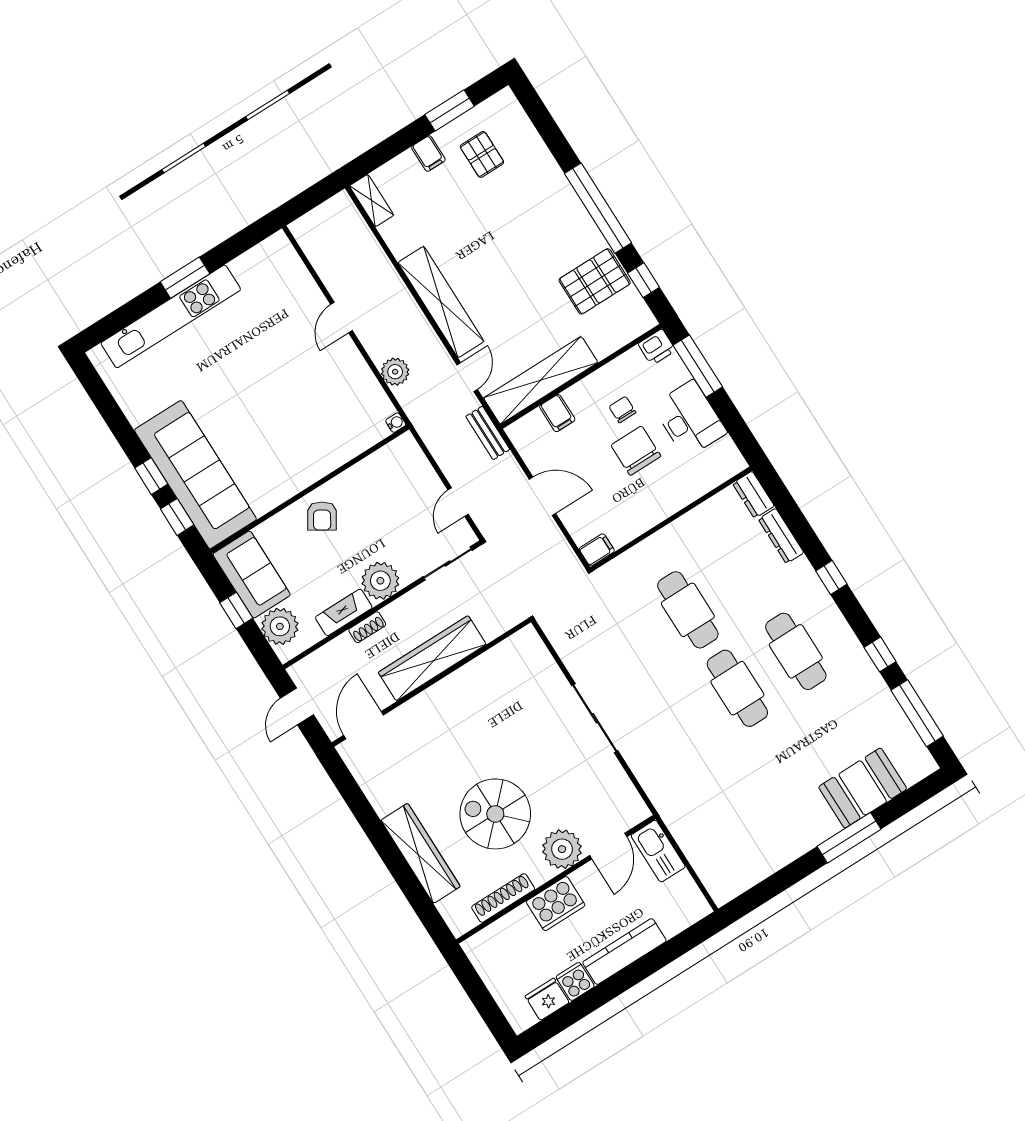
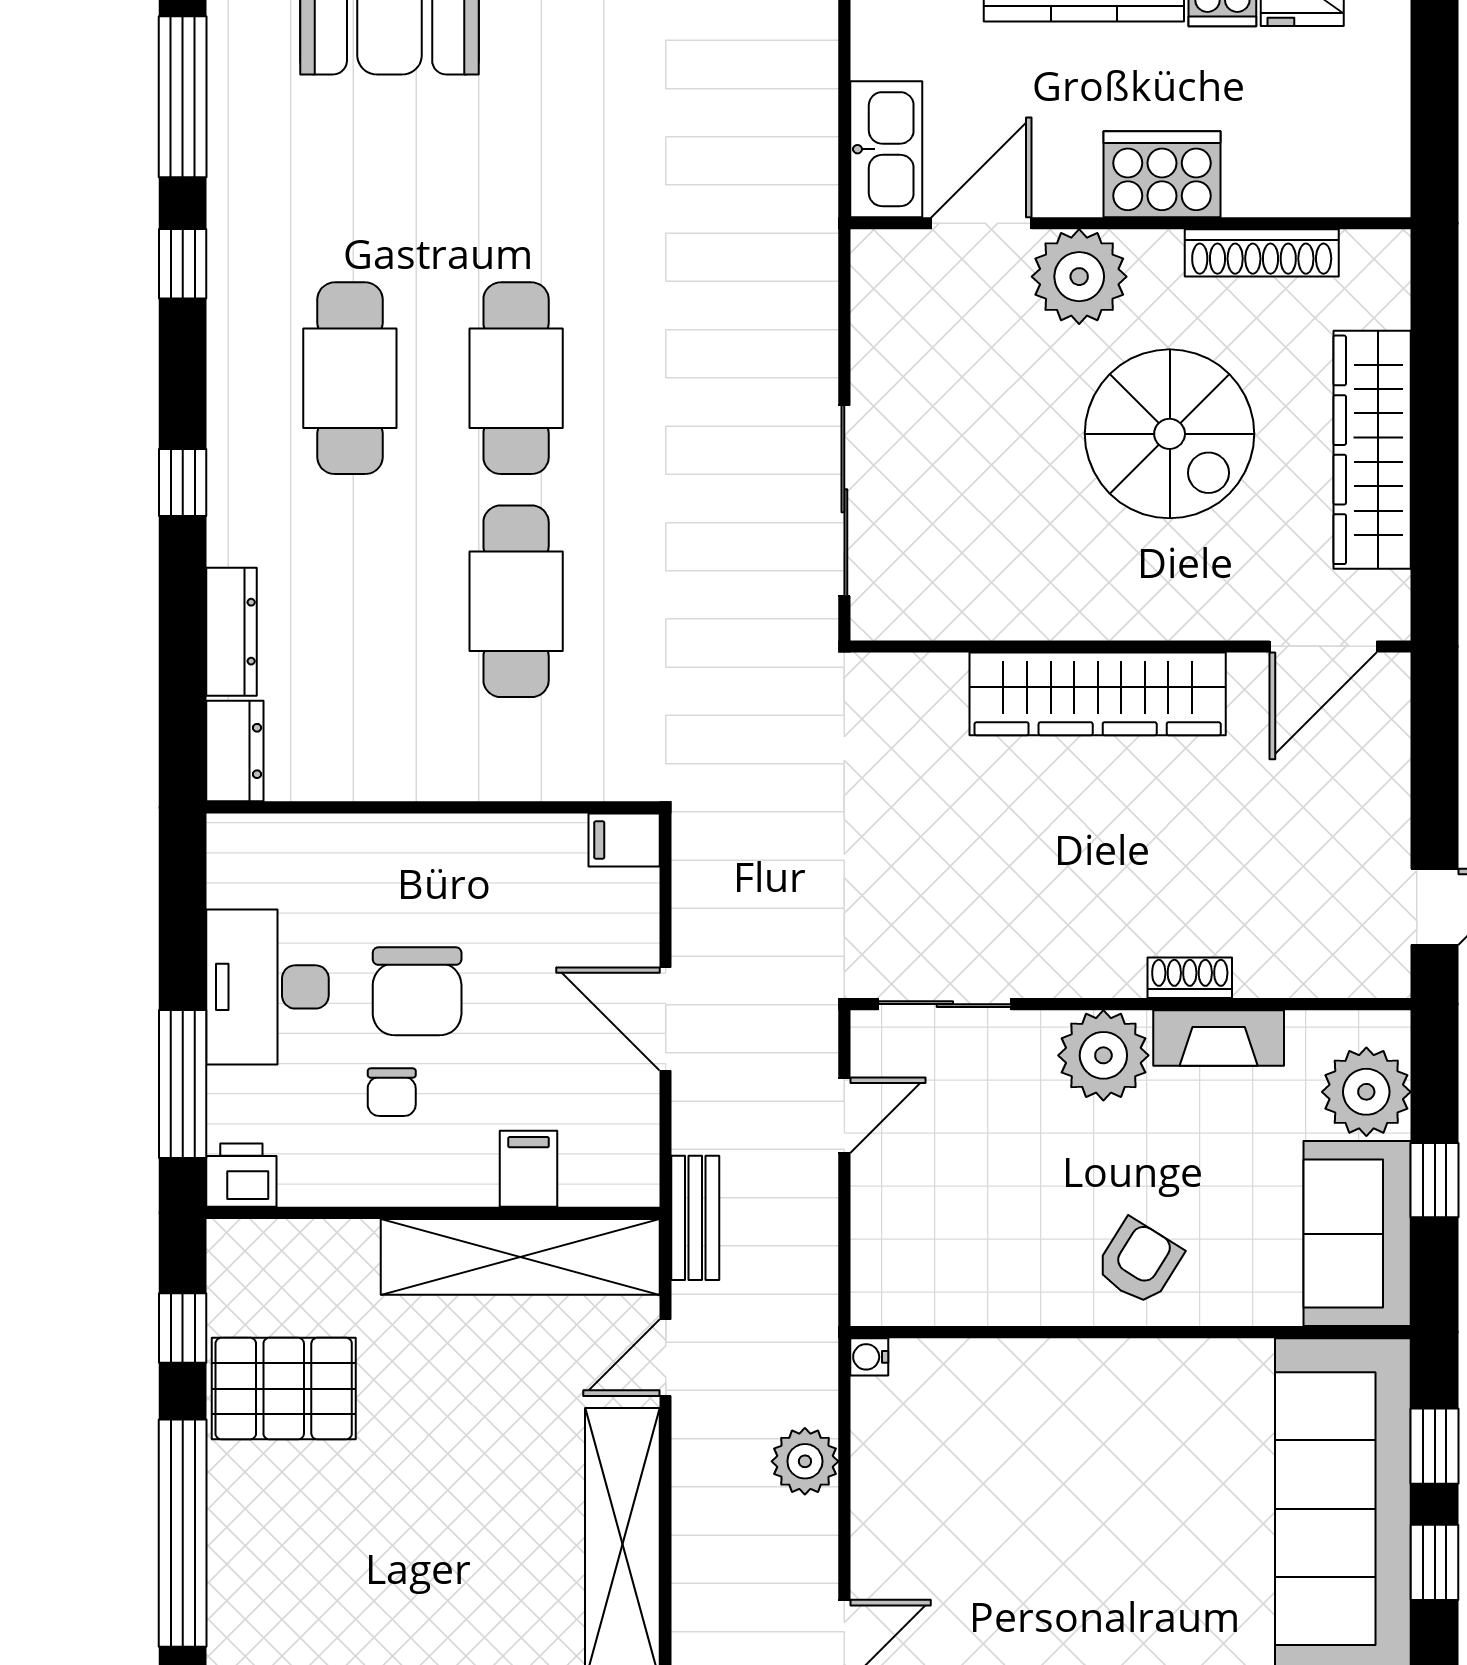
wardrobe: (432, 658) -> (1098, 694), moved
wall: (431, 682) -> (1131, 646), moved
door: (364, 725) -> (1323, 646), moved

